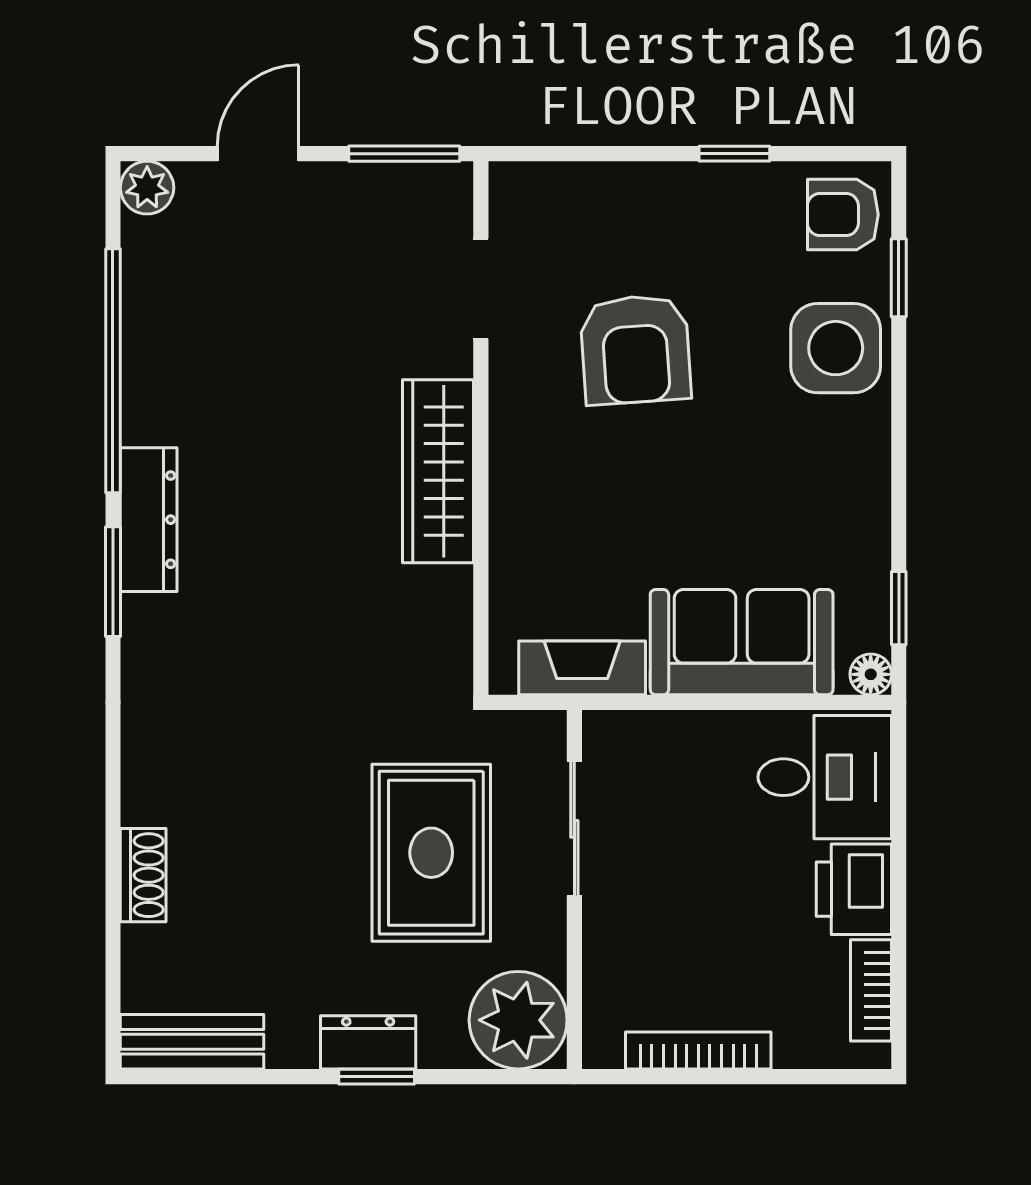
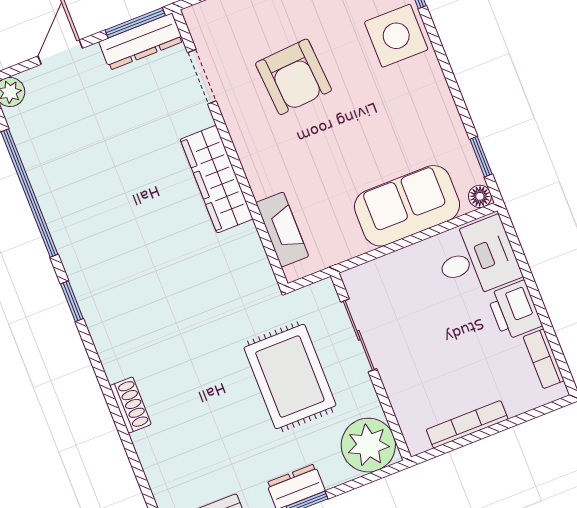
dresser: (149, 520) -> (141, 42), moved, turned 90
window: (113, 582) -> (72, 301), width x0.67
fireplace: (582, 668) -> (282, 230), moved, turned 90
shoe rack: (143, 875) -> (130, 405), moved

